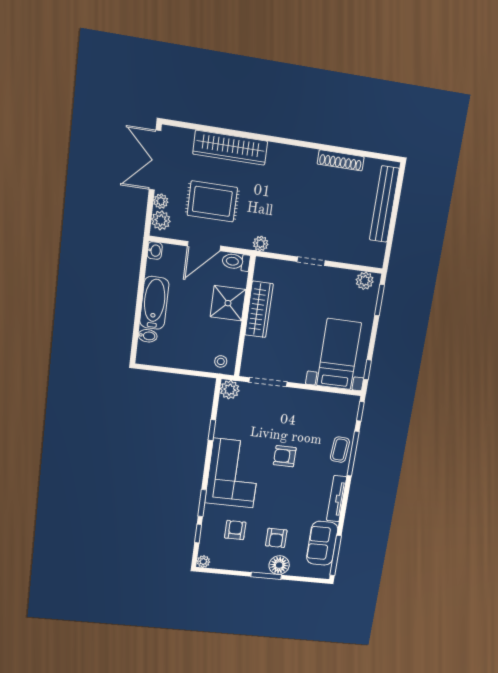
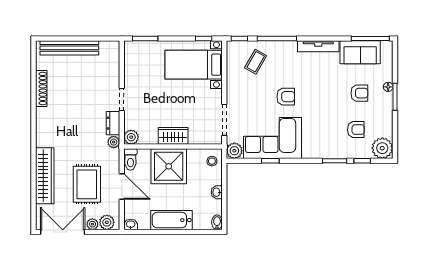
double door: (155, 160) -> (63, 232), swing flipped
dresser: (284, 246) -> (113, 123), added
plant: (365, 281) -> (131, 137), moved
shower: (228, 303) -> (169, 166), width x1.37, depth x1.37
wardrobe: (259, 309) -> (173, 136), width x0.67
bidet: (148, 336) -> (217, 222), moved
washbasin: (182, 362) -> (217, 192), added
coffee table: (340, 450) -> (256, 62), moved, turned -64
armchair: (285, 456) -> (286, 97), turned -90
corner sofa: (233, 473) -> (272, 138), moved
armchair: (235, 530) -> (356, 130), turned 180
plant: (203, 561) -> (382, 148), width x1.88, depth x1.88
floor lamp: (279, 565) -> (388, 87), width x0.53, depth x0.53

